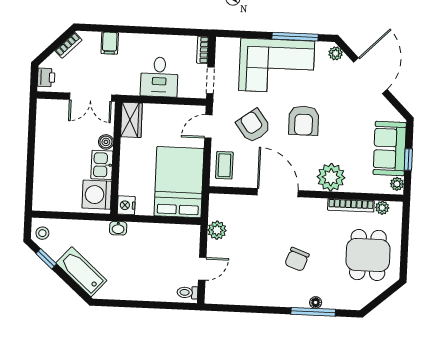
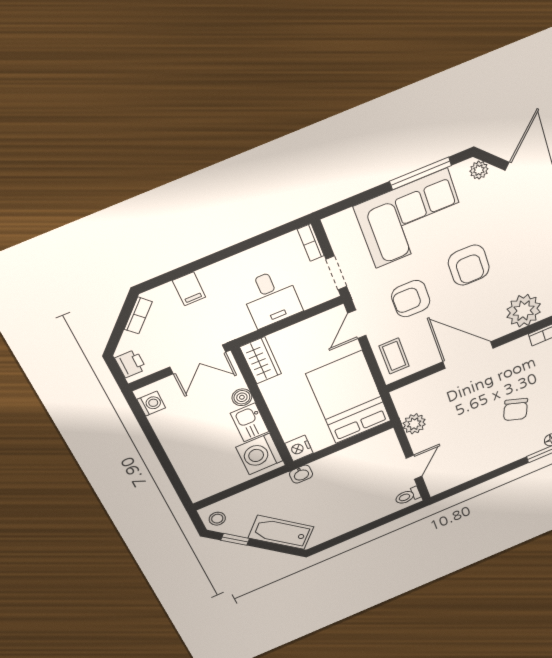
washing machine: (44, 114) -> (151, 404), added
armchair: (253, 126) -> (411, 299), turned -54

